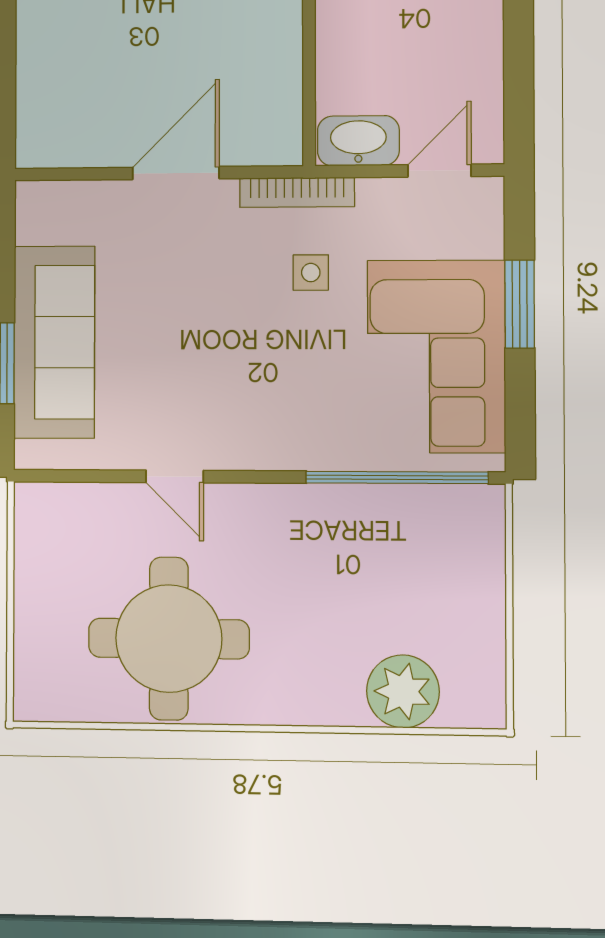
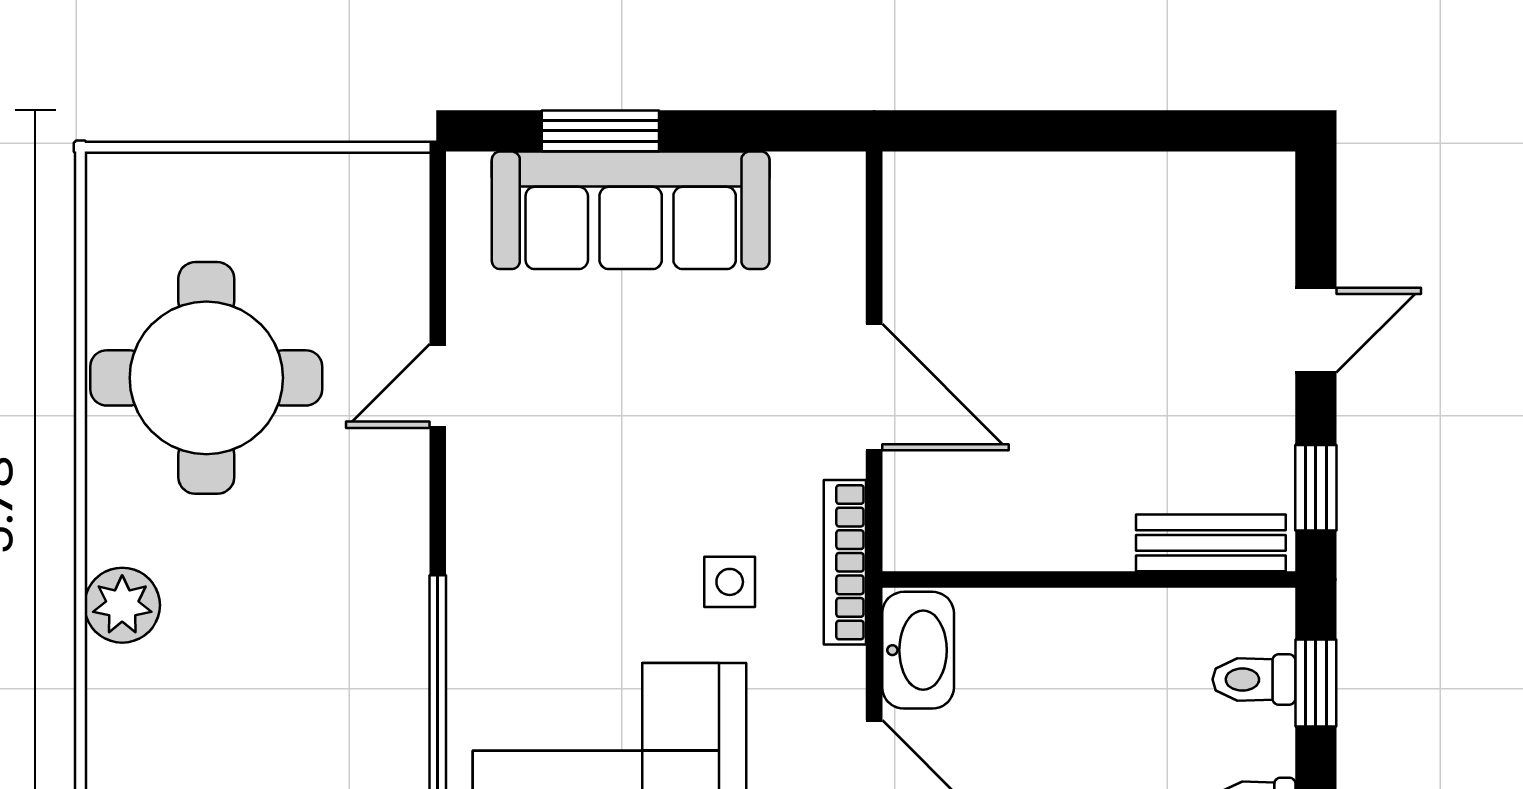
plant: (403, 691) -> (122, 605), moved, width x0.73, depth x0.73

